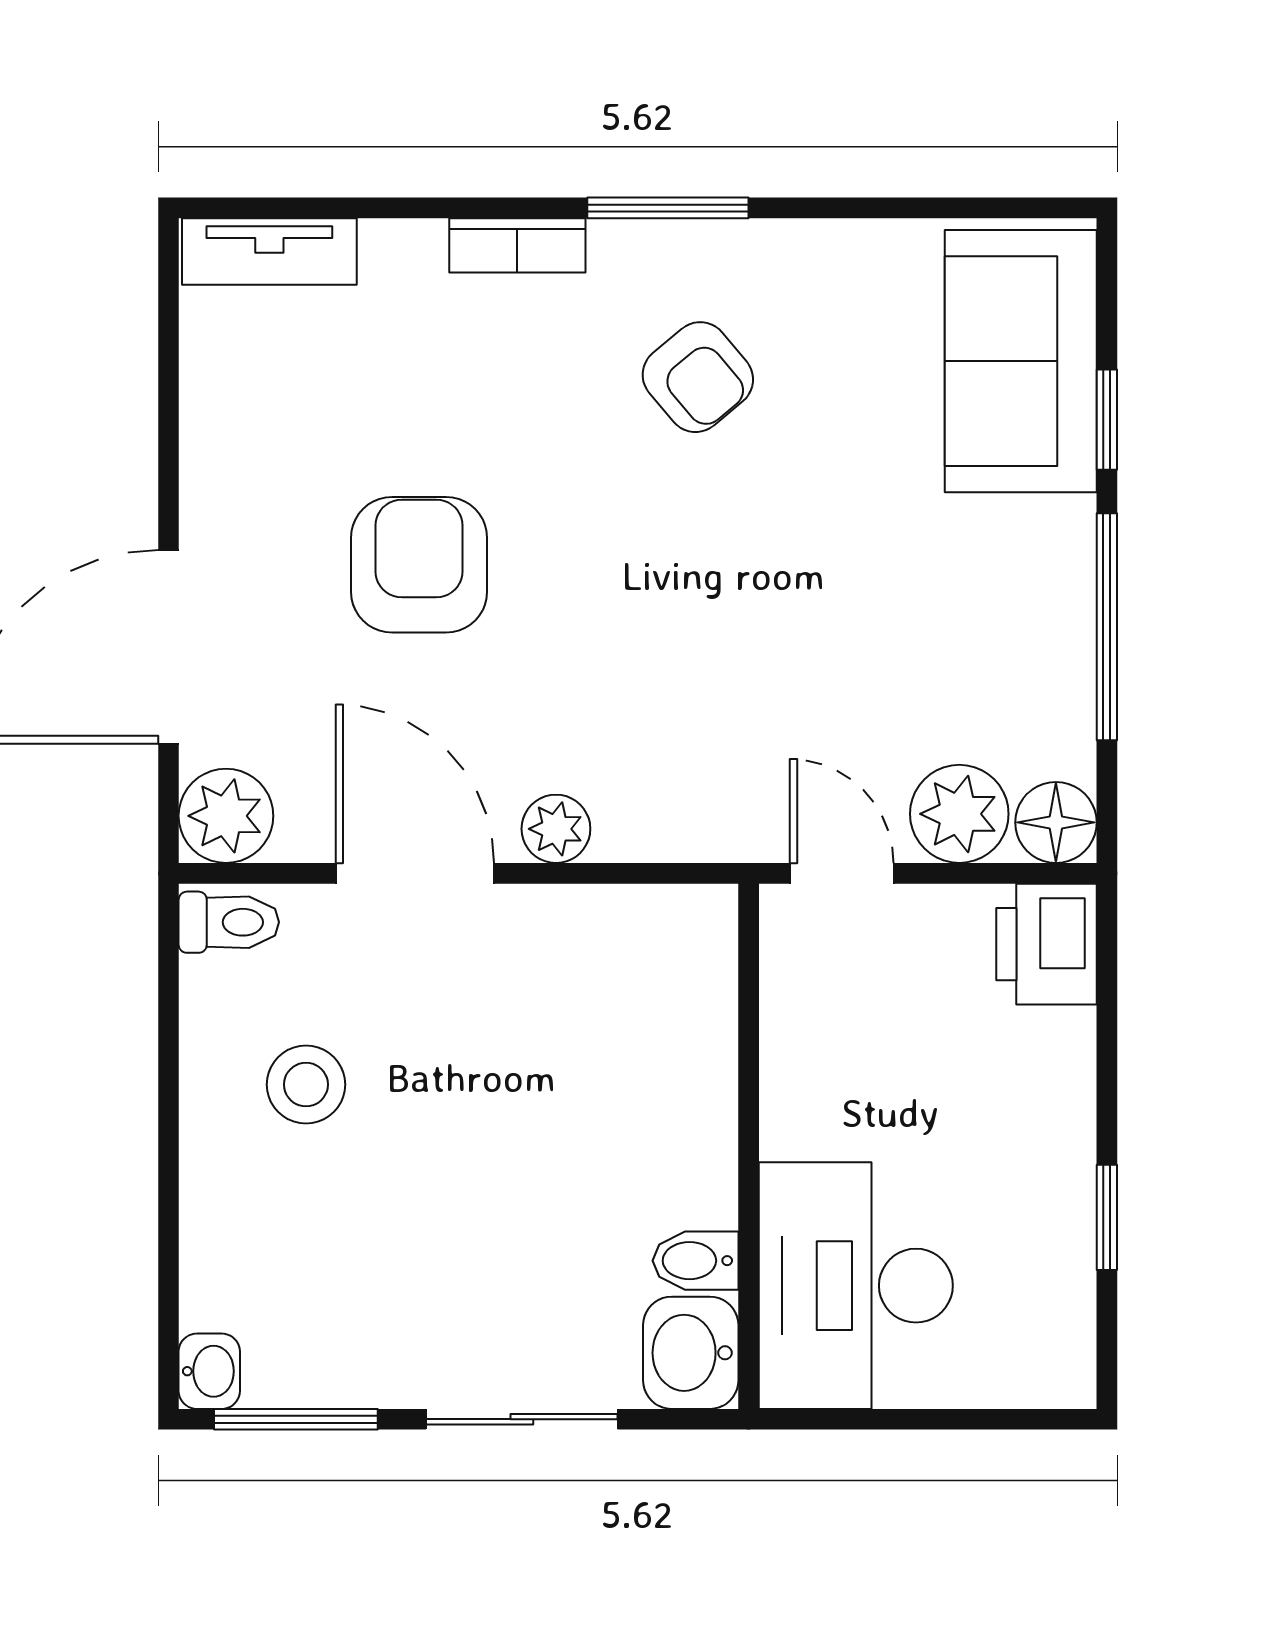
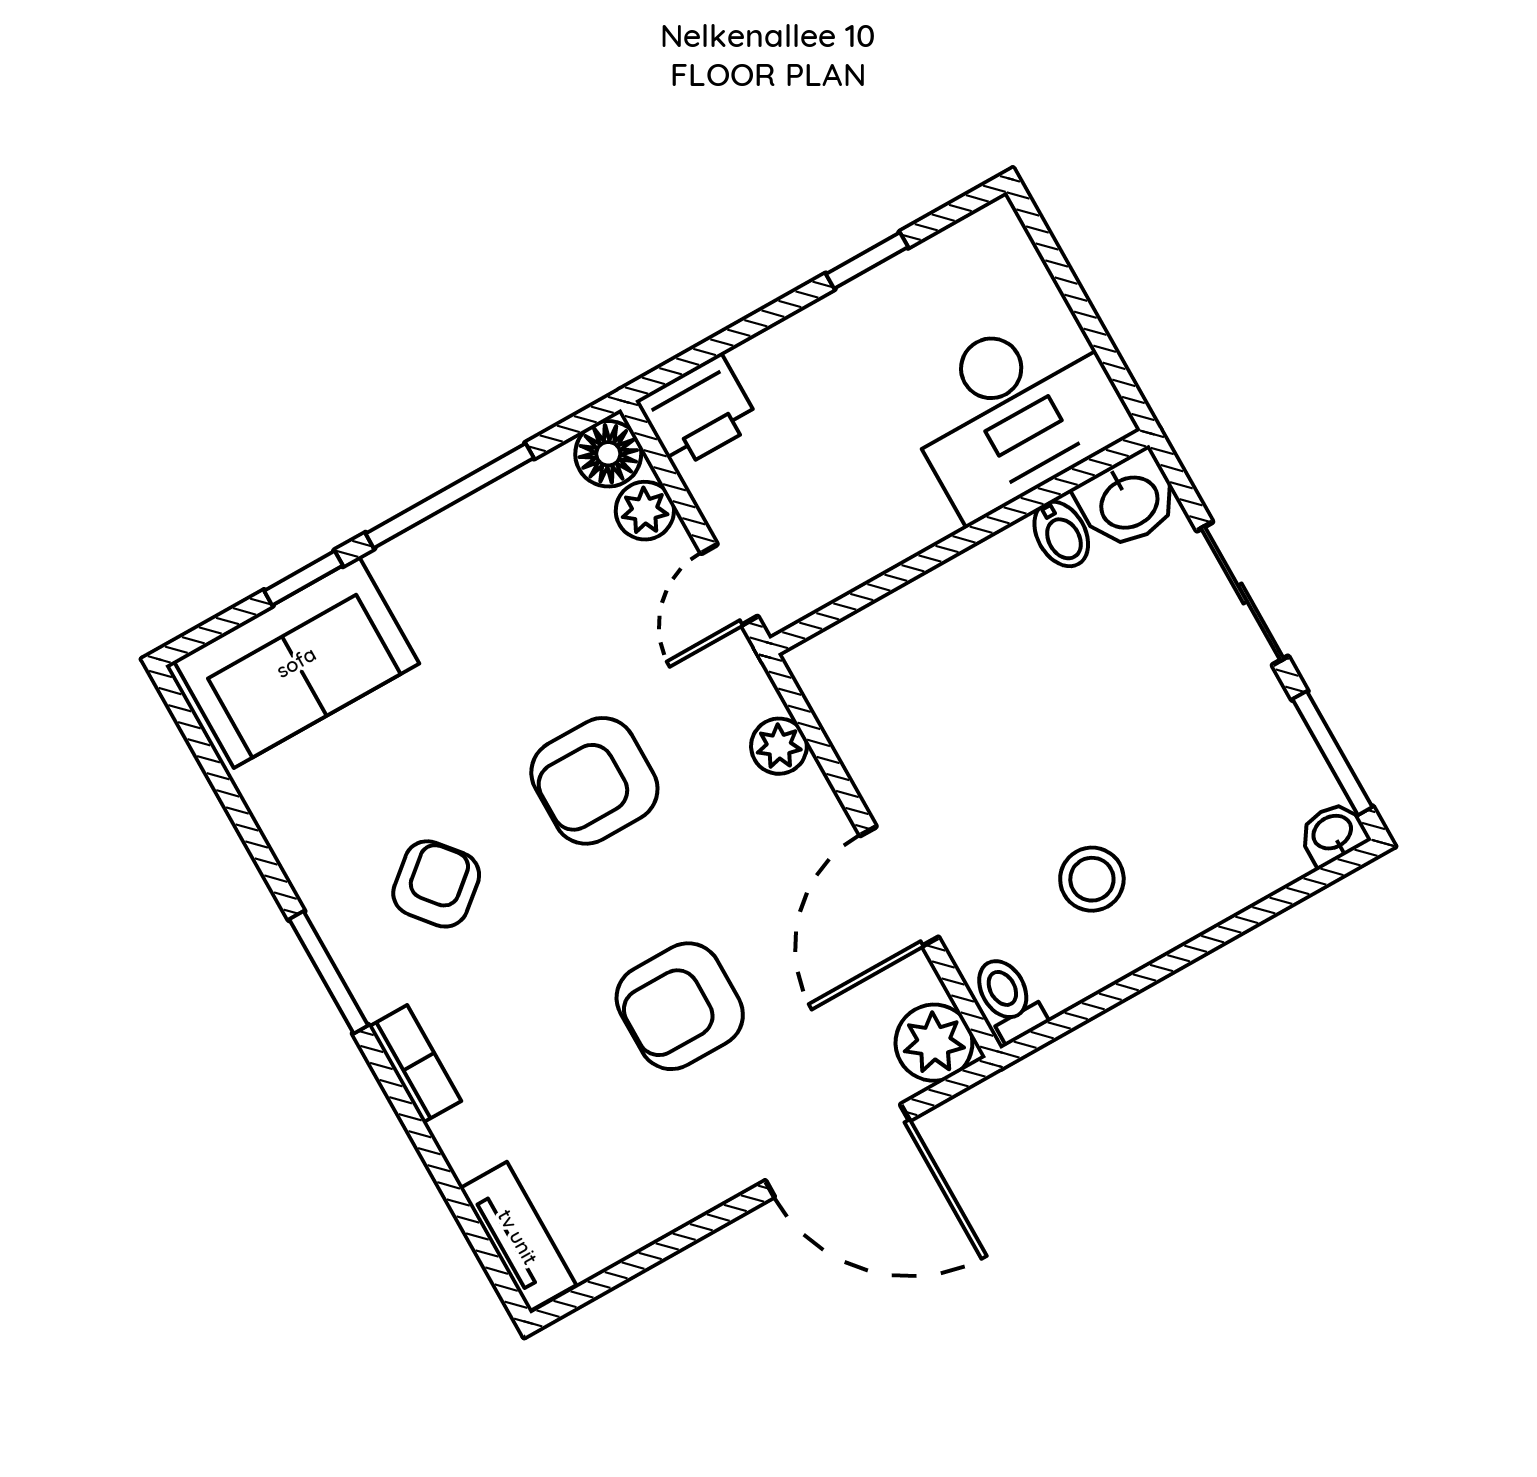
armchair: (713, 610) -> (594, 781), added
plant: (959, 814) -> (645, 511), width x0.73, depth x0.73
plant: (556, 829) -> (779, 746), moved

